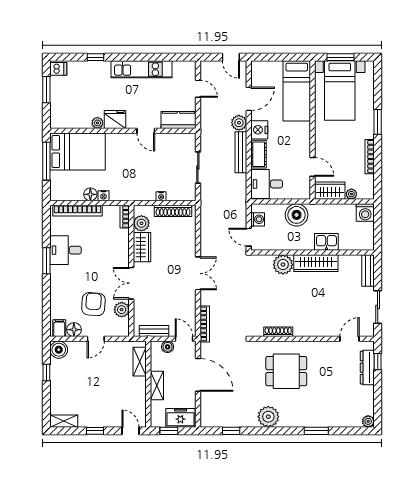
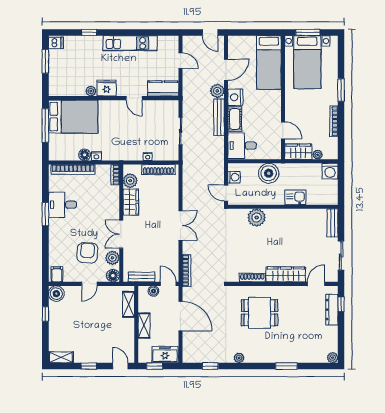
wardrobe: (316, 263) -> (286, 274), moved, turned 180
floor lamp: (74, 330) -> (113, 276), moved
plant: (268, 417) -> (239, 358), width x0.53, depth x0.53

